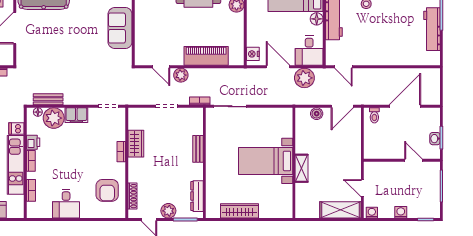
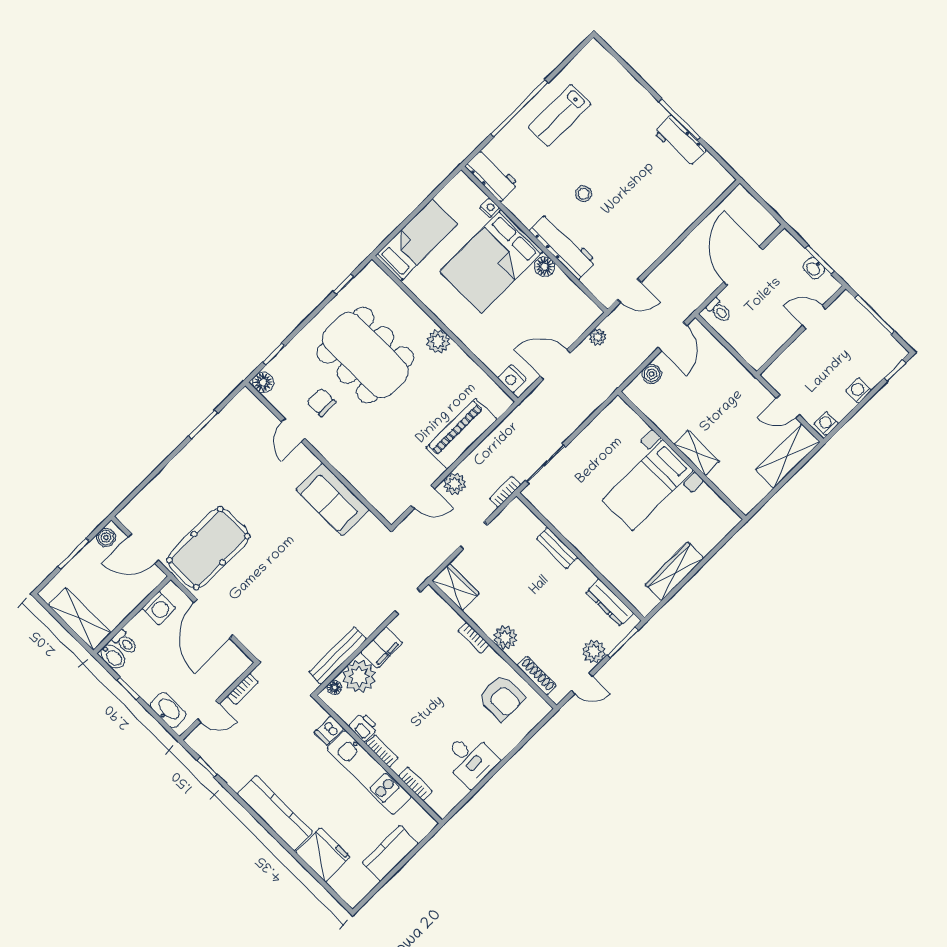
workbench: (432, 29) -> (680, 141), width x0.73
desk: (309, 51) -> (572, 311), removed
plant: (304, 78) -> (598, 337), width x0.53, depth x0.53
bench: (48, 99) -> (338, 655), width x1.36
wardrobe: (136, 144) -> (456, 587), moved
plant: (135, 165) -> (505, 638), added

